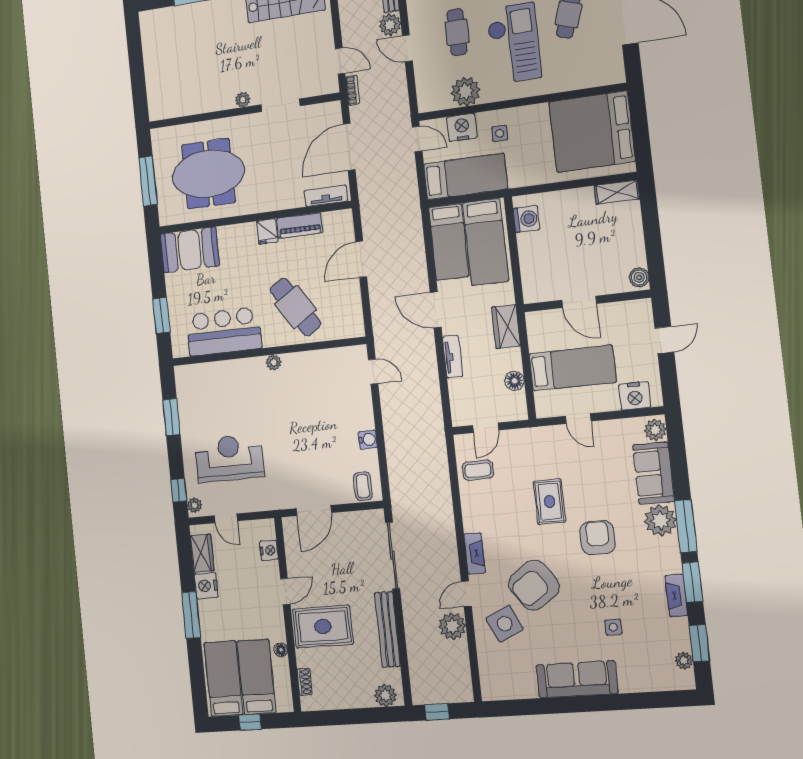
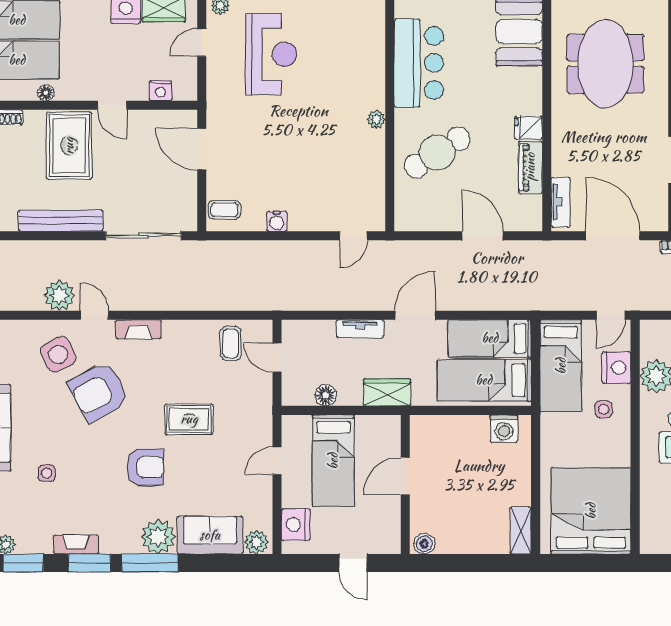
armchair: (534, 585) -> (98, 392), turned -84

